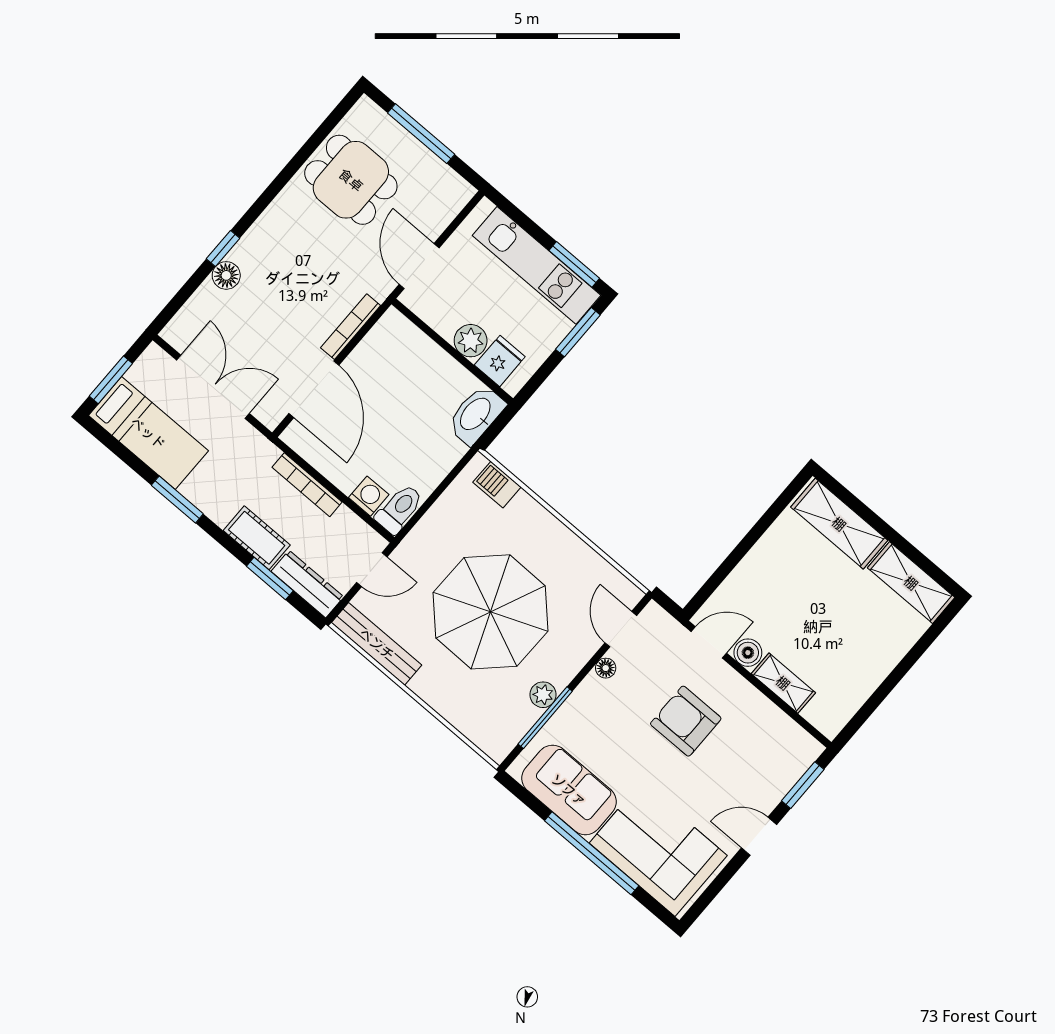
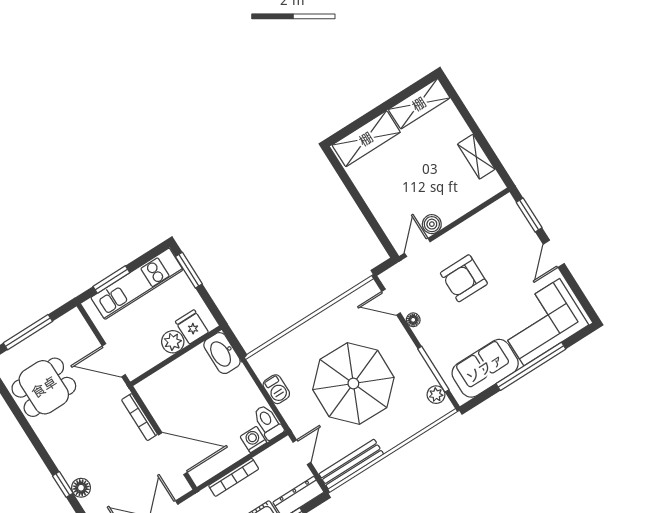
window: (574, 264) -> (111, 279), moved
barbecue: (497, 485) -> (276, 389), moved, turned -90
shelving: (783, 683) -> (476, 157), moved, turned 90
plant: (543, 695) -> (436, 395), moved

